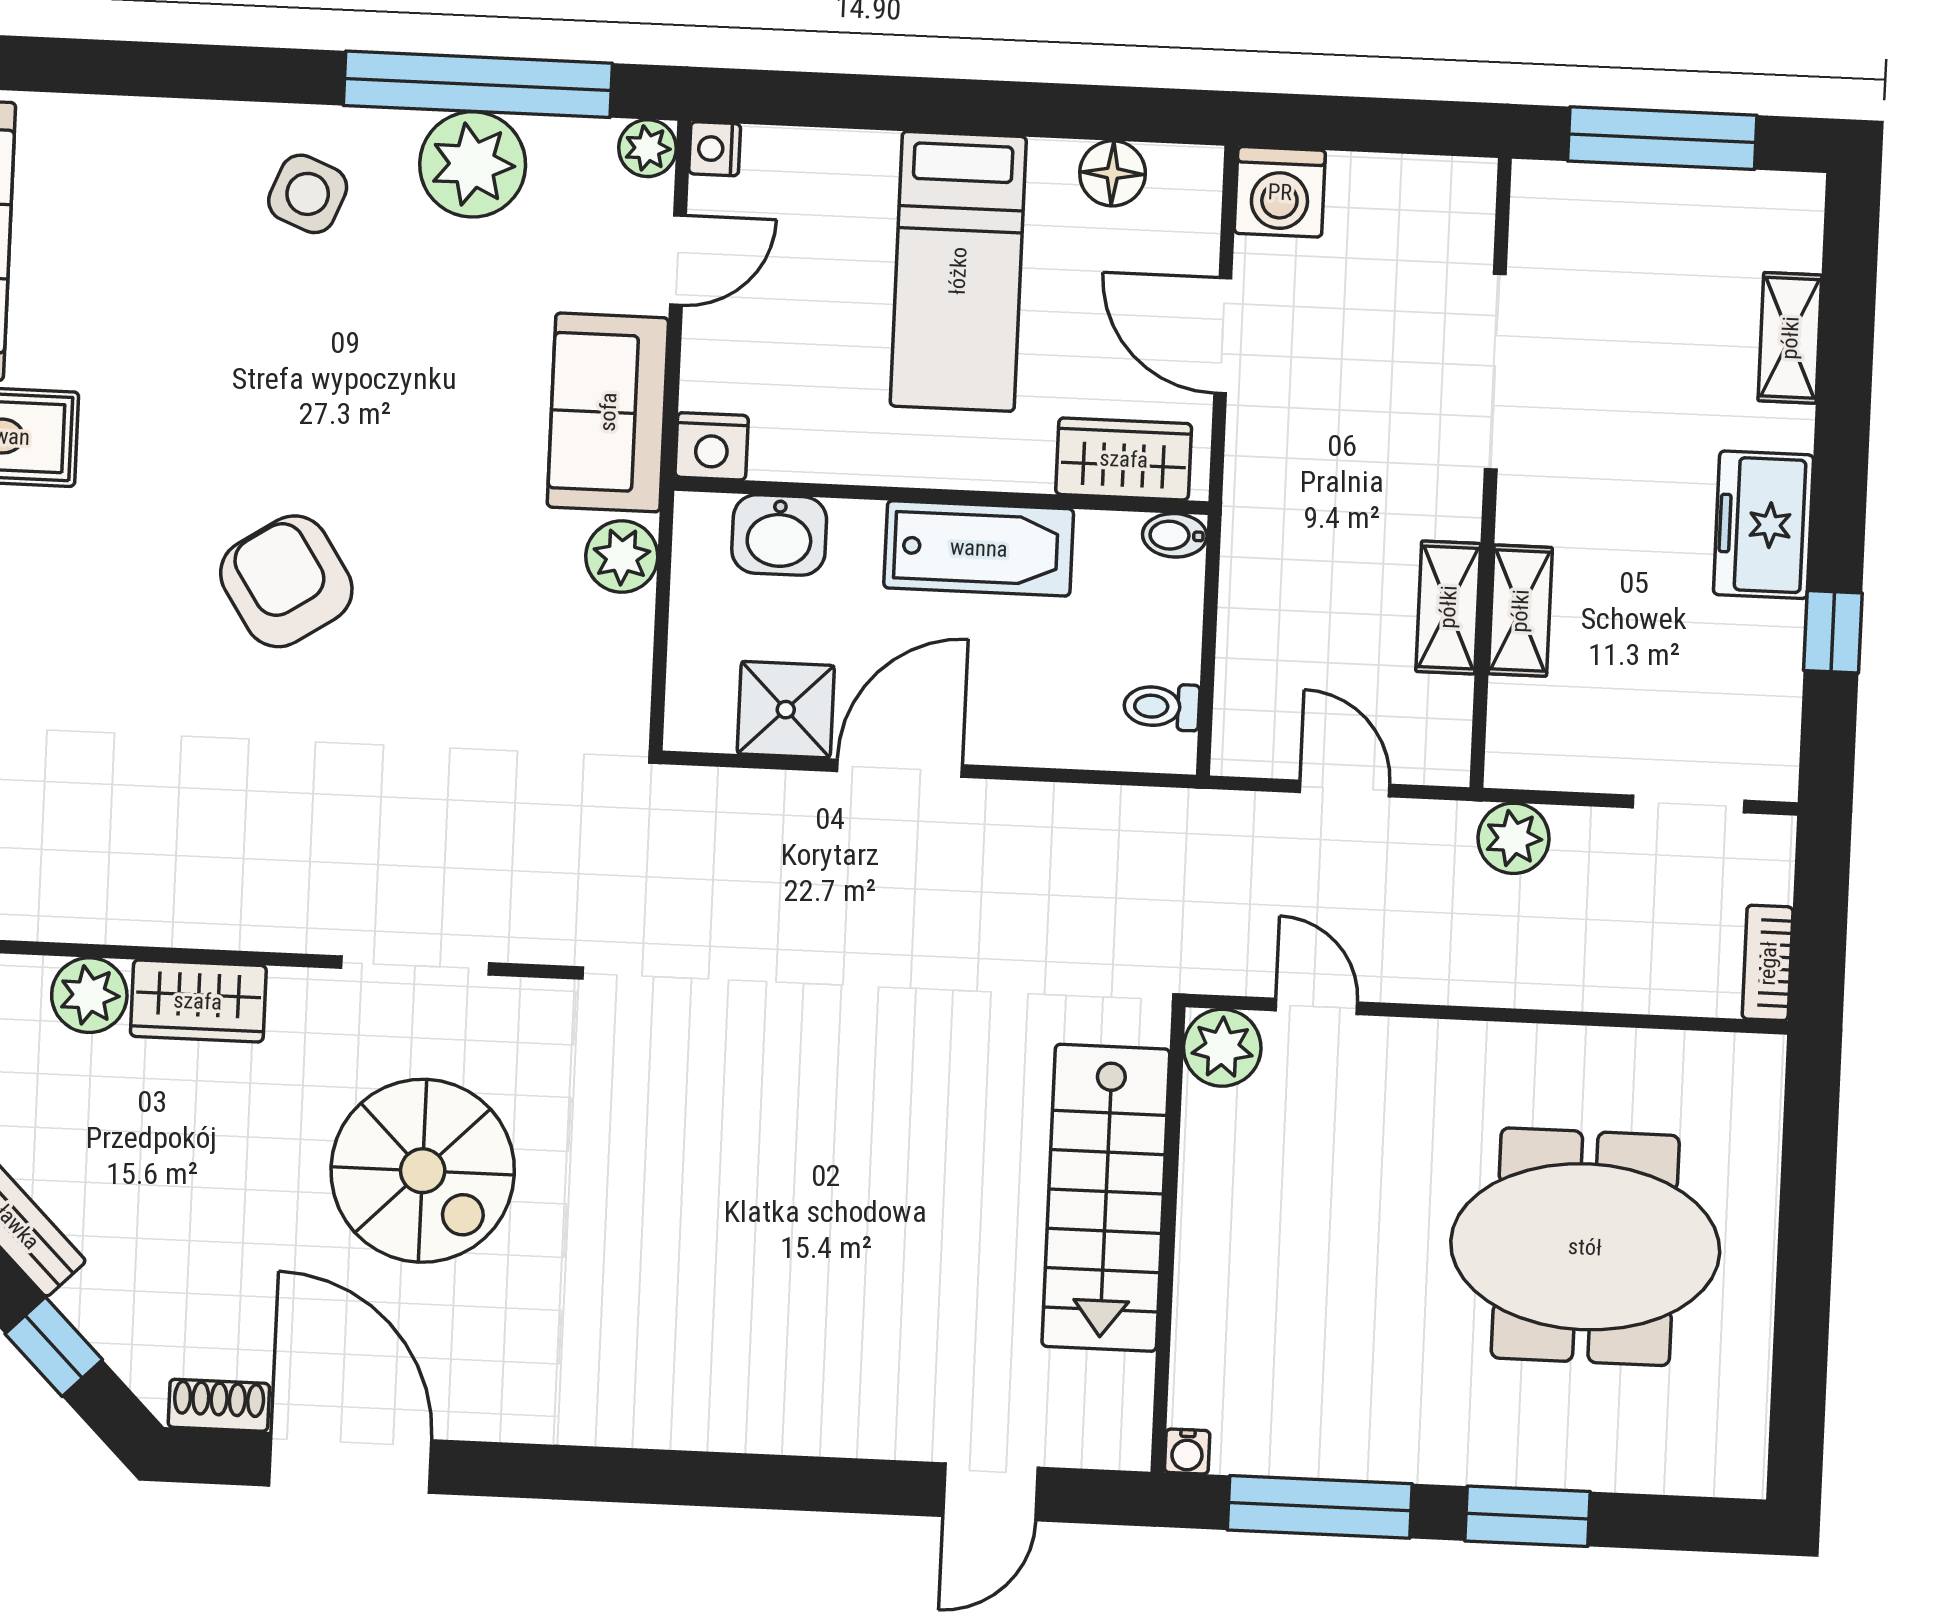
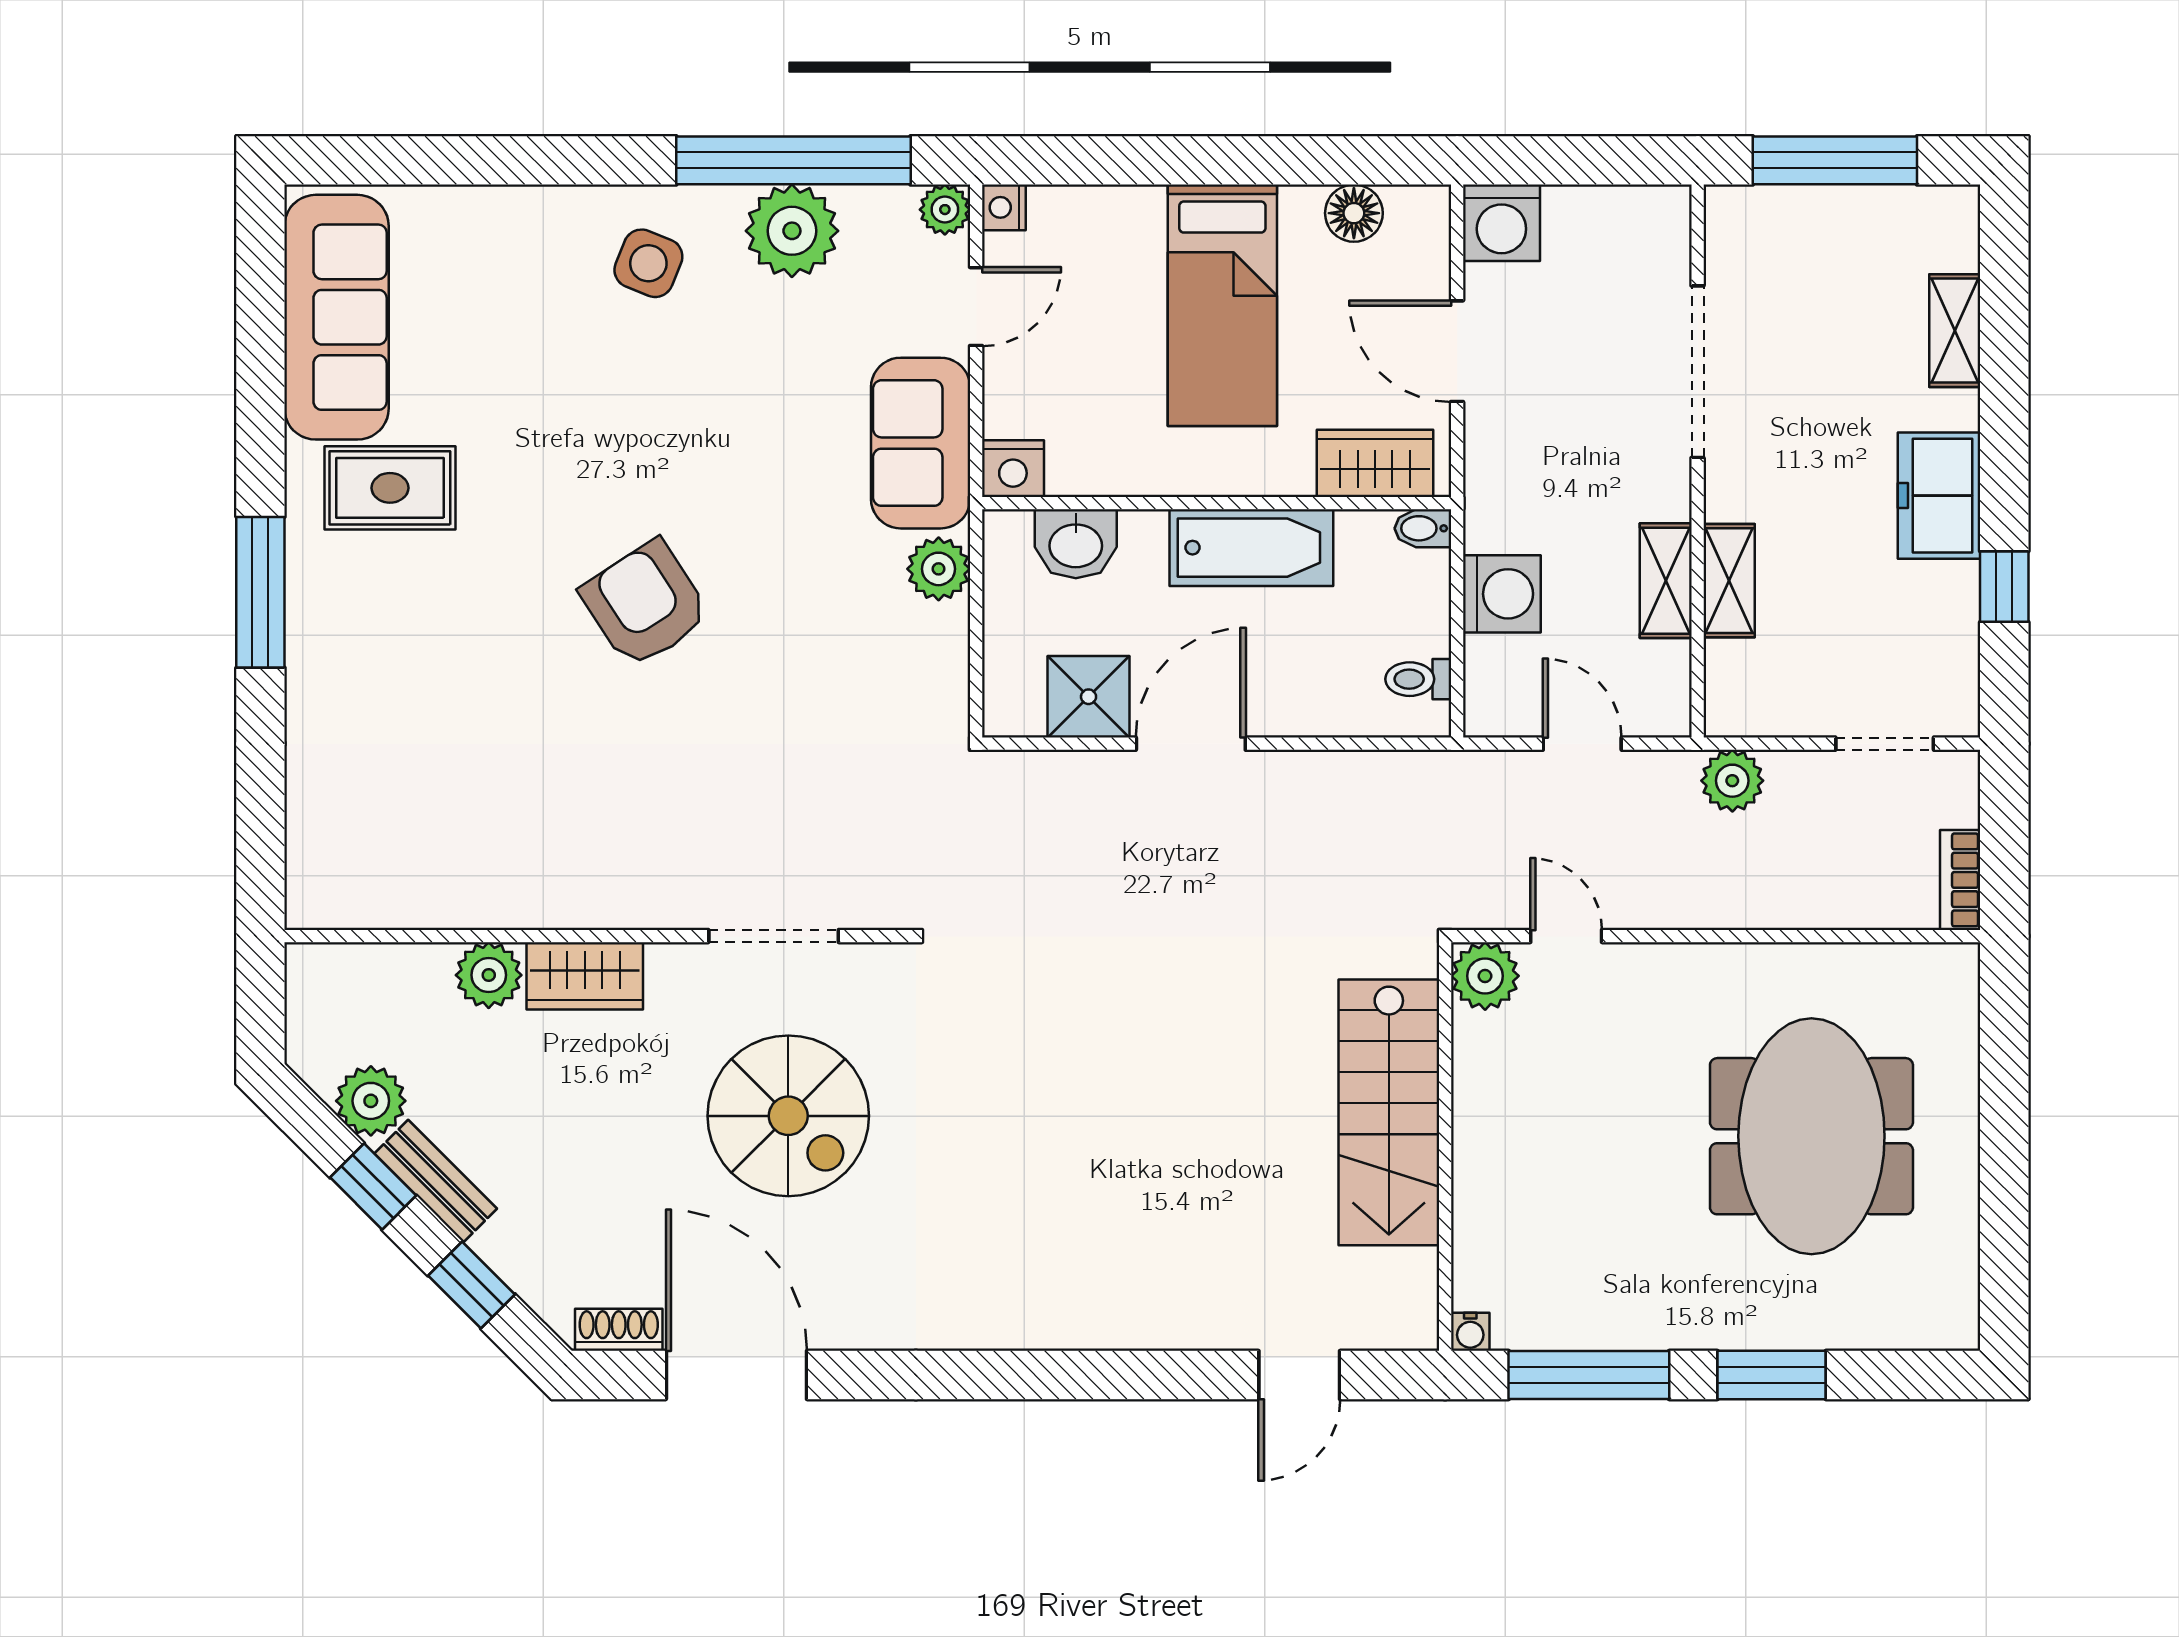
washing machine: (1261, 614) -> (1502, 594), added
meeting table: (1585, 1247) -> (1811, 1136), turned 90

